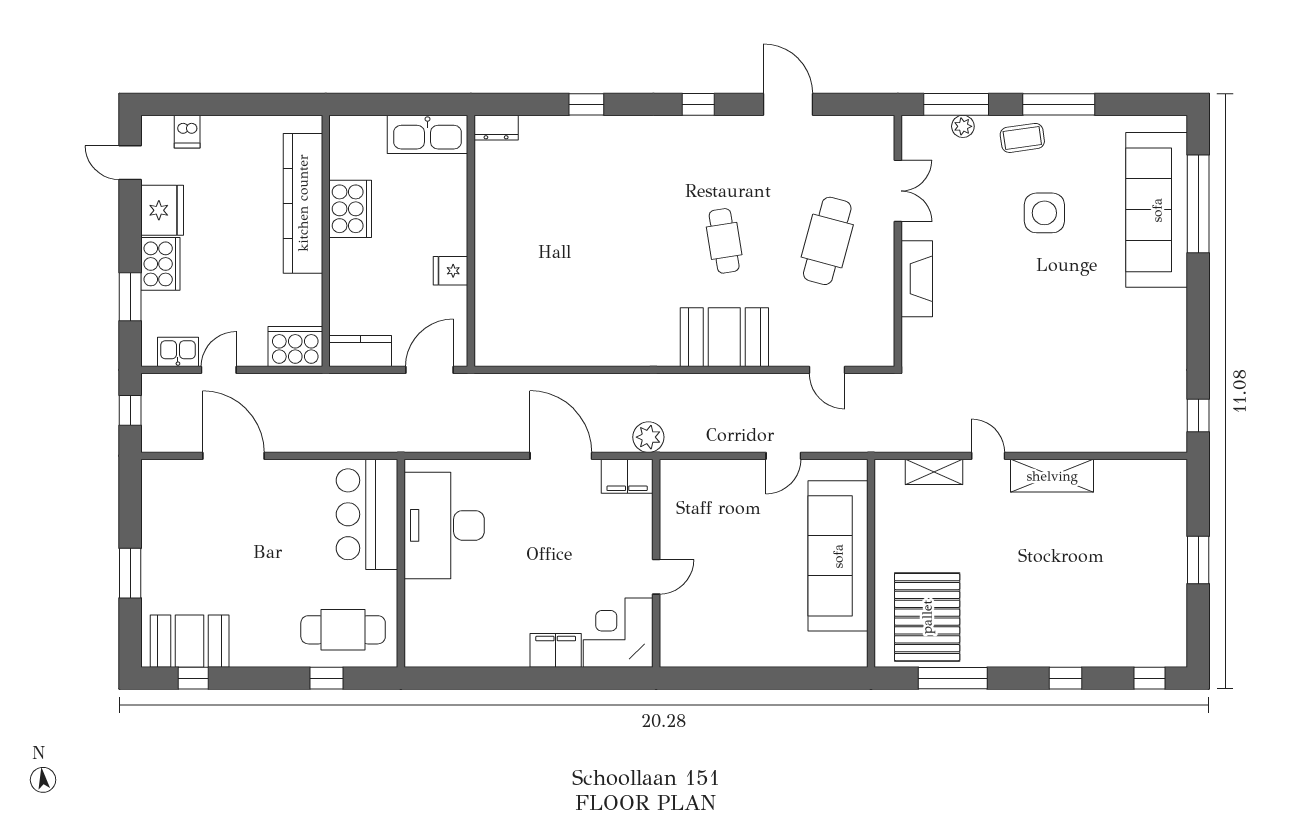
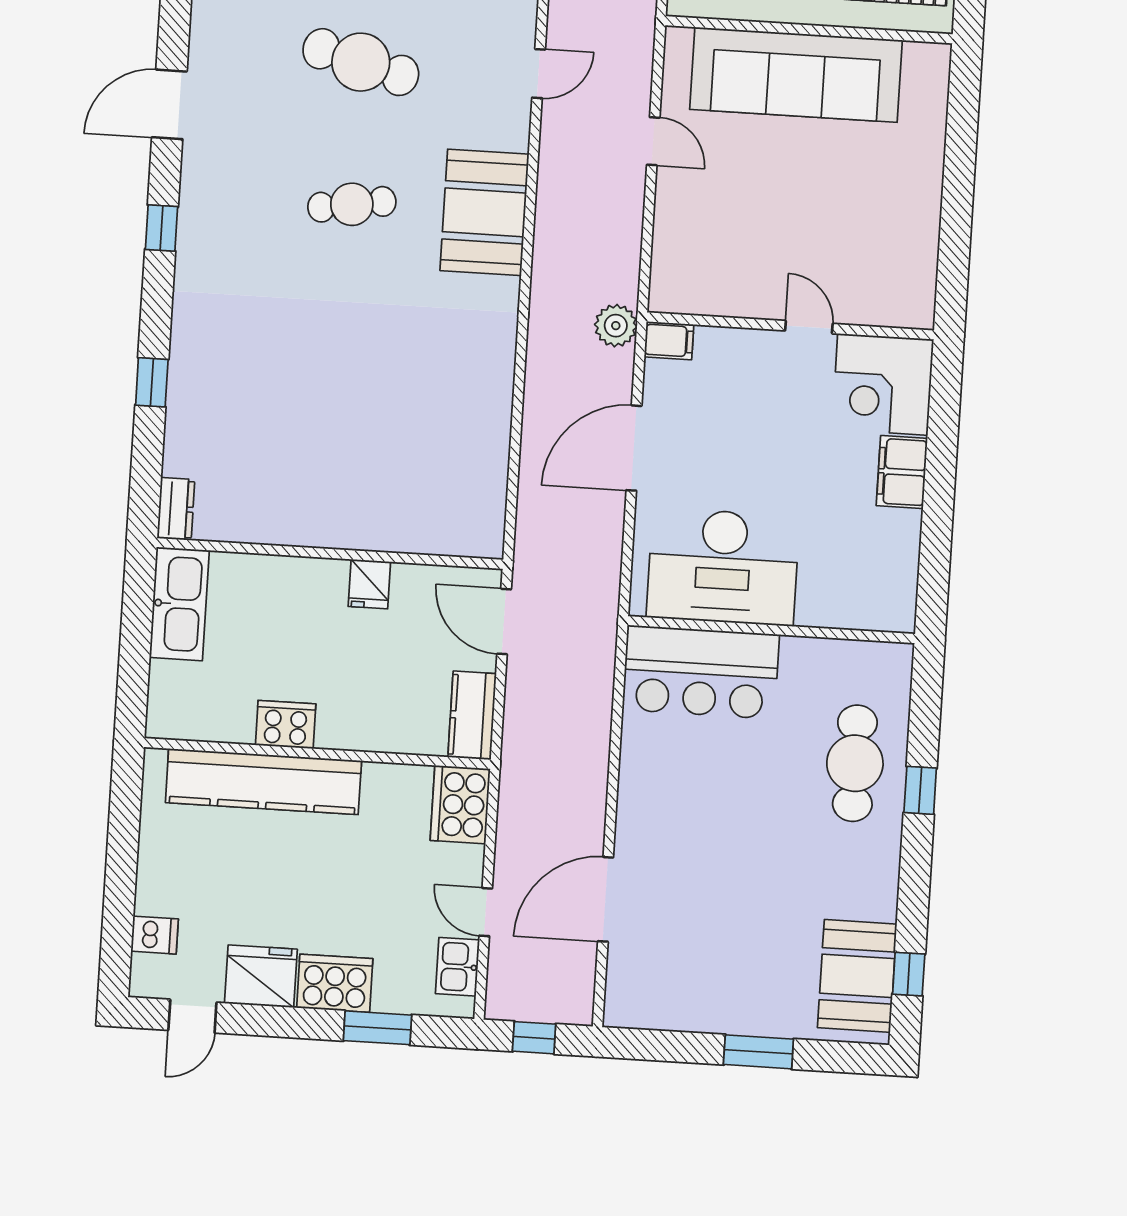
cooker: (350, 209) -> (286, 725), width x0.73, depth x0.76
filing cabinet: (627, 476) -> (669, 341), width x0.50
bar counter: (367, 514) -> (701, 672), moved
desk: (444, 525) -> (723, 567), moved
wall: (401, 563) -> (771, 630), moved

